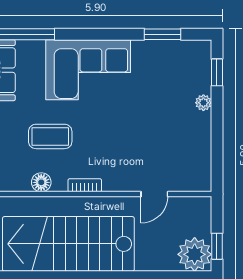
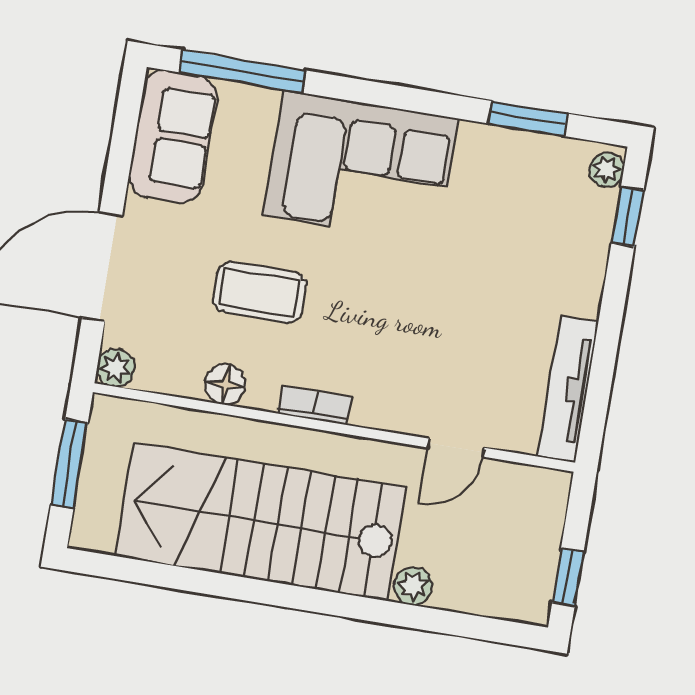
plant: (203, 103) -> (606, 170), moved
tv unit: (202, 158) -> (568, 389), added
plant: (195, 254) -> (413, 586), moved, width x0.53, depth x0.53

